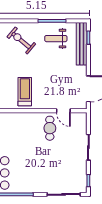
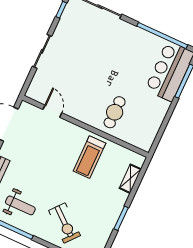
cafe table: (50, 128) -> (115, 112), moved

